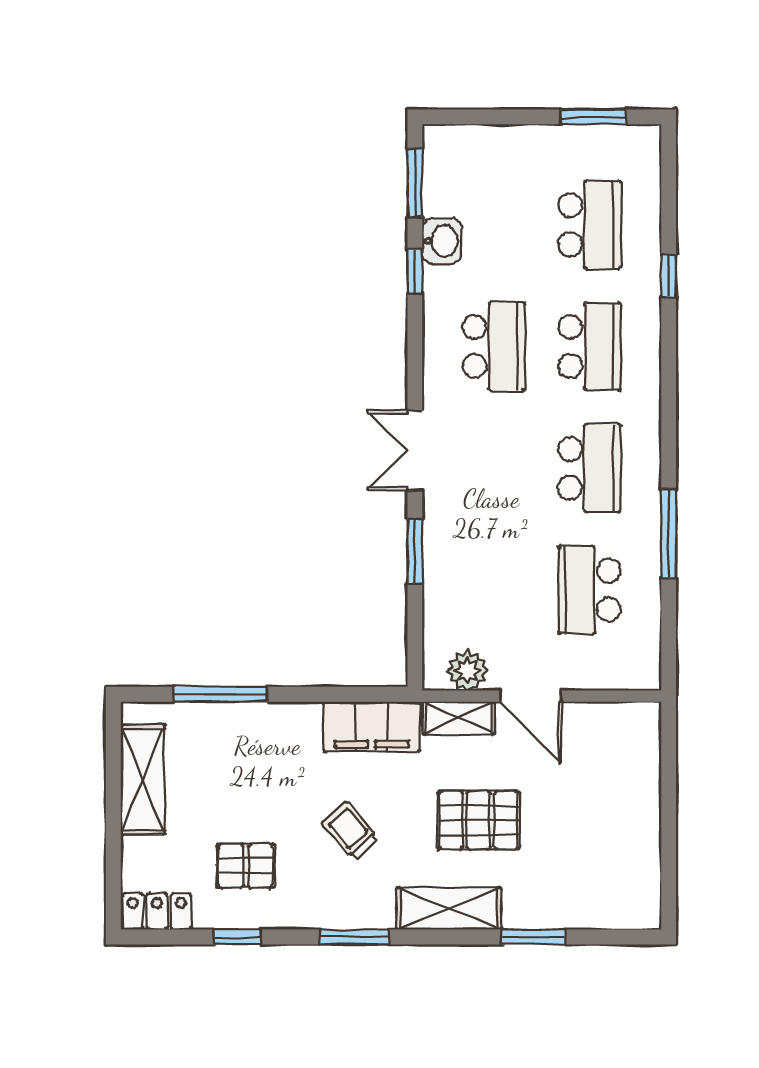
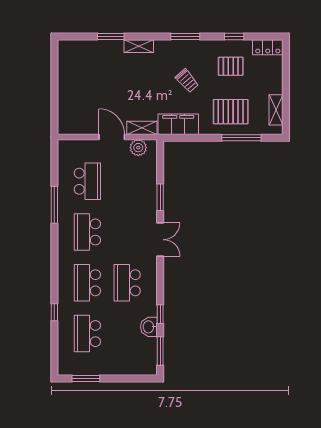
shelving: (143, 779) -> (276, 110), width x0.67, depth x0.75
pallet: (479, 820) -> (231, 112), moved
shelving: (449, 909) -> (139, 46), width x0.67, depth x0.75

